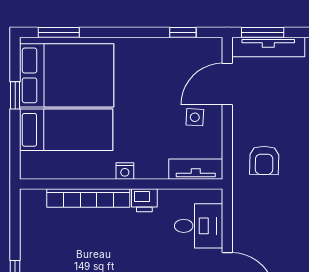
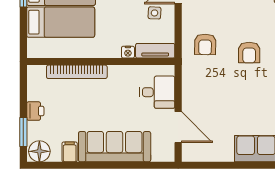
nightstand: (125, 171) -> (128, 52), moved
printer: (144, 200) -> (35, 111), moved, turned -90

